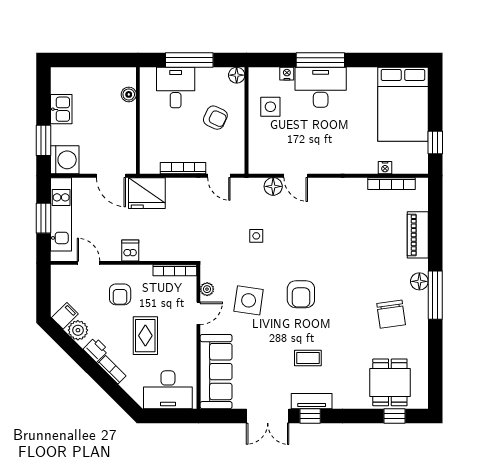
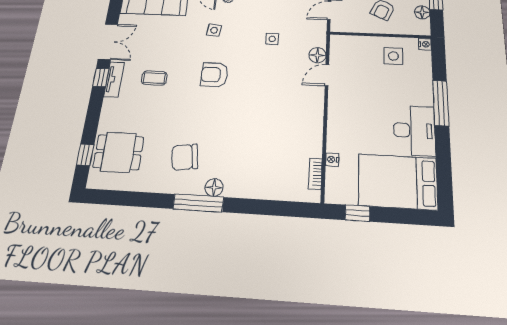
nightstand: (287, 74) -> (425, 44), moved
floor lamp: (237, 75) -> (422, 12), moved
desk: (321, 87) -> (414, 131), moved
bookcase: (392, 184) -> (315, 174), width x0.64
piano: (418, 235) -> (262, 189), removed
side table: (249, 300) -> (214, 30), width x0.54, depth x0.54
coffee table: (308, 358) -> (154, 78), turned 90
double door: (268, 416) -> (108, 42), swing flipped

